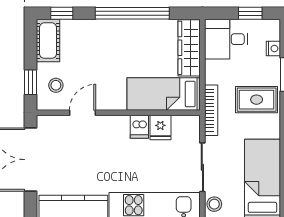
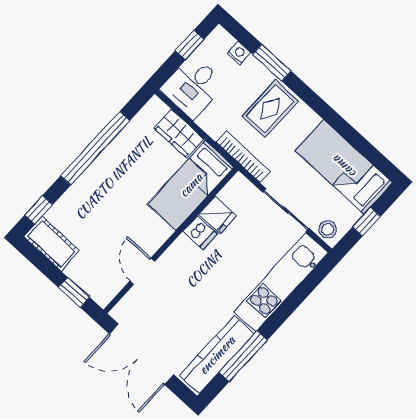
wardrobe: (189, 48) -> (179, 134), width x0.67
stool: (56, 85) -> (97, 273), removed

